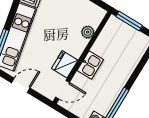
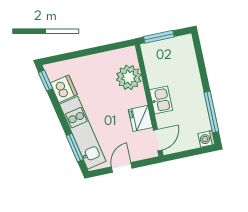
plant: (88, 32) -> (129, 77), width x1.87, depth x1.87

